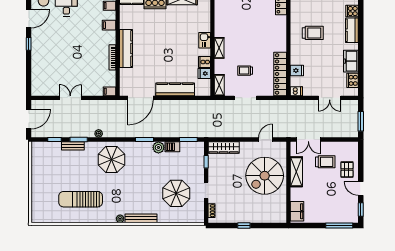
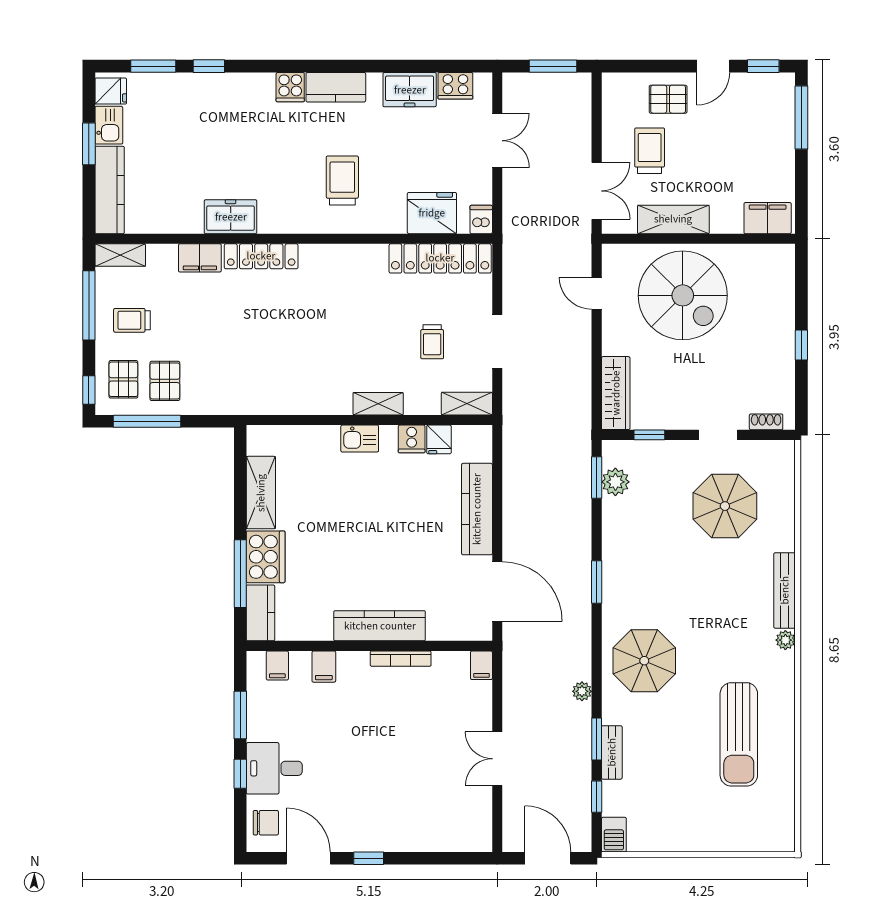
fridge: (297, 71) -> (432, 213), width x1.88, depth x1.34
plant: (158, 147) -> (615, 482), moved
barbecue: (172, 147) -> (614, 835), moved

